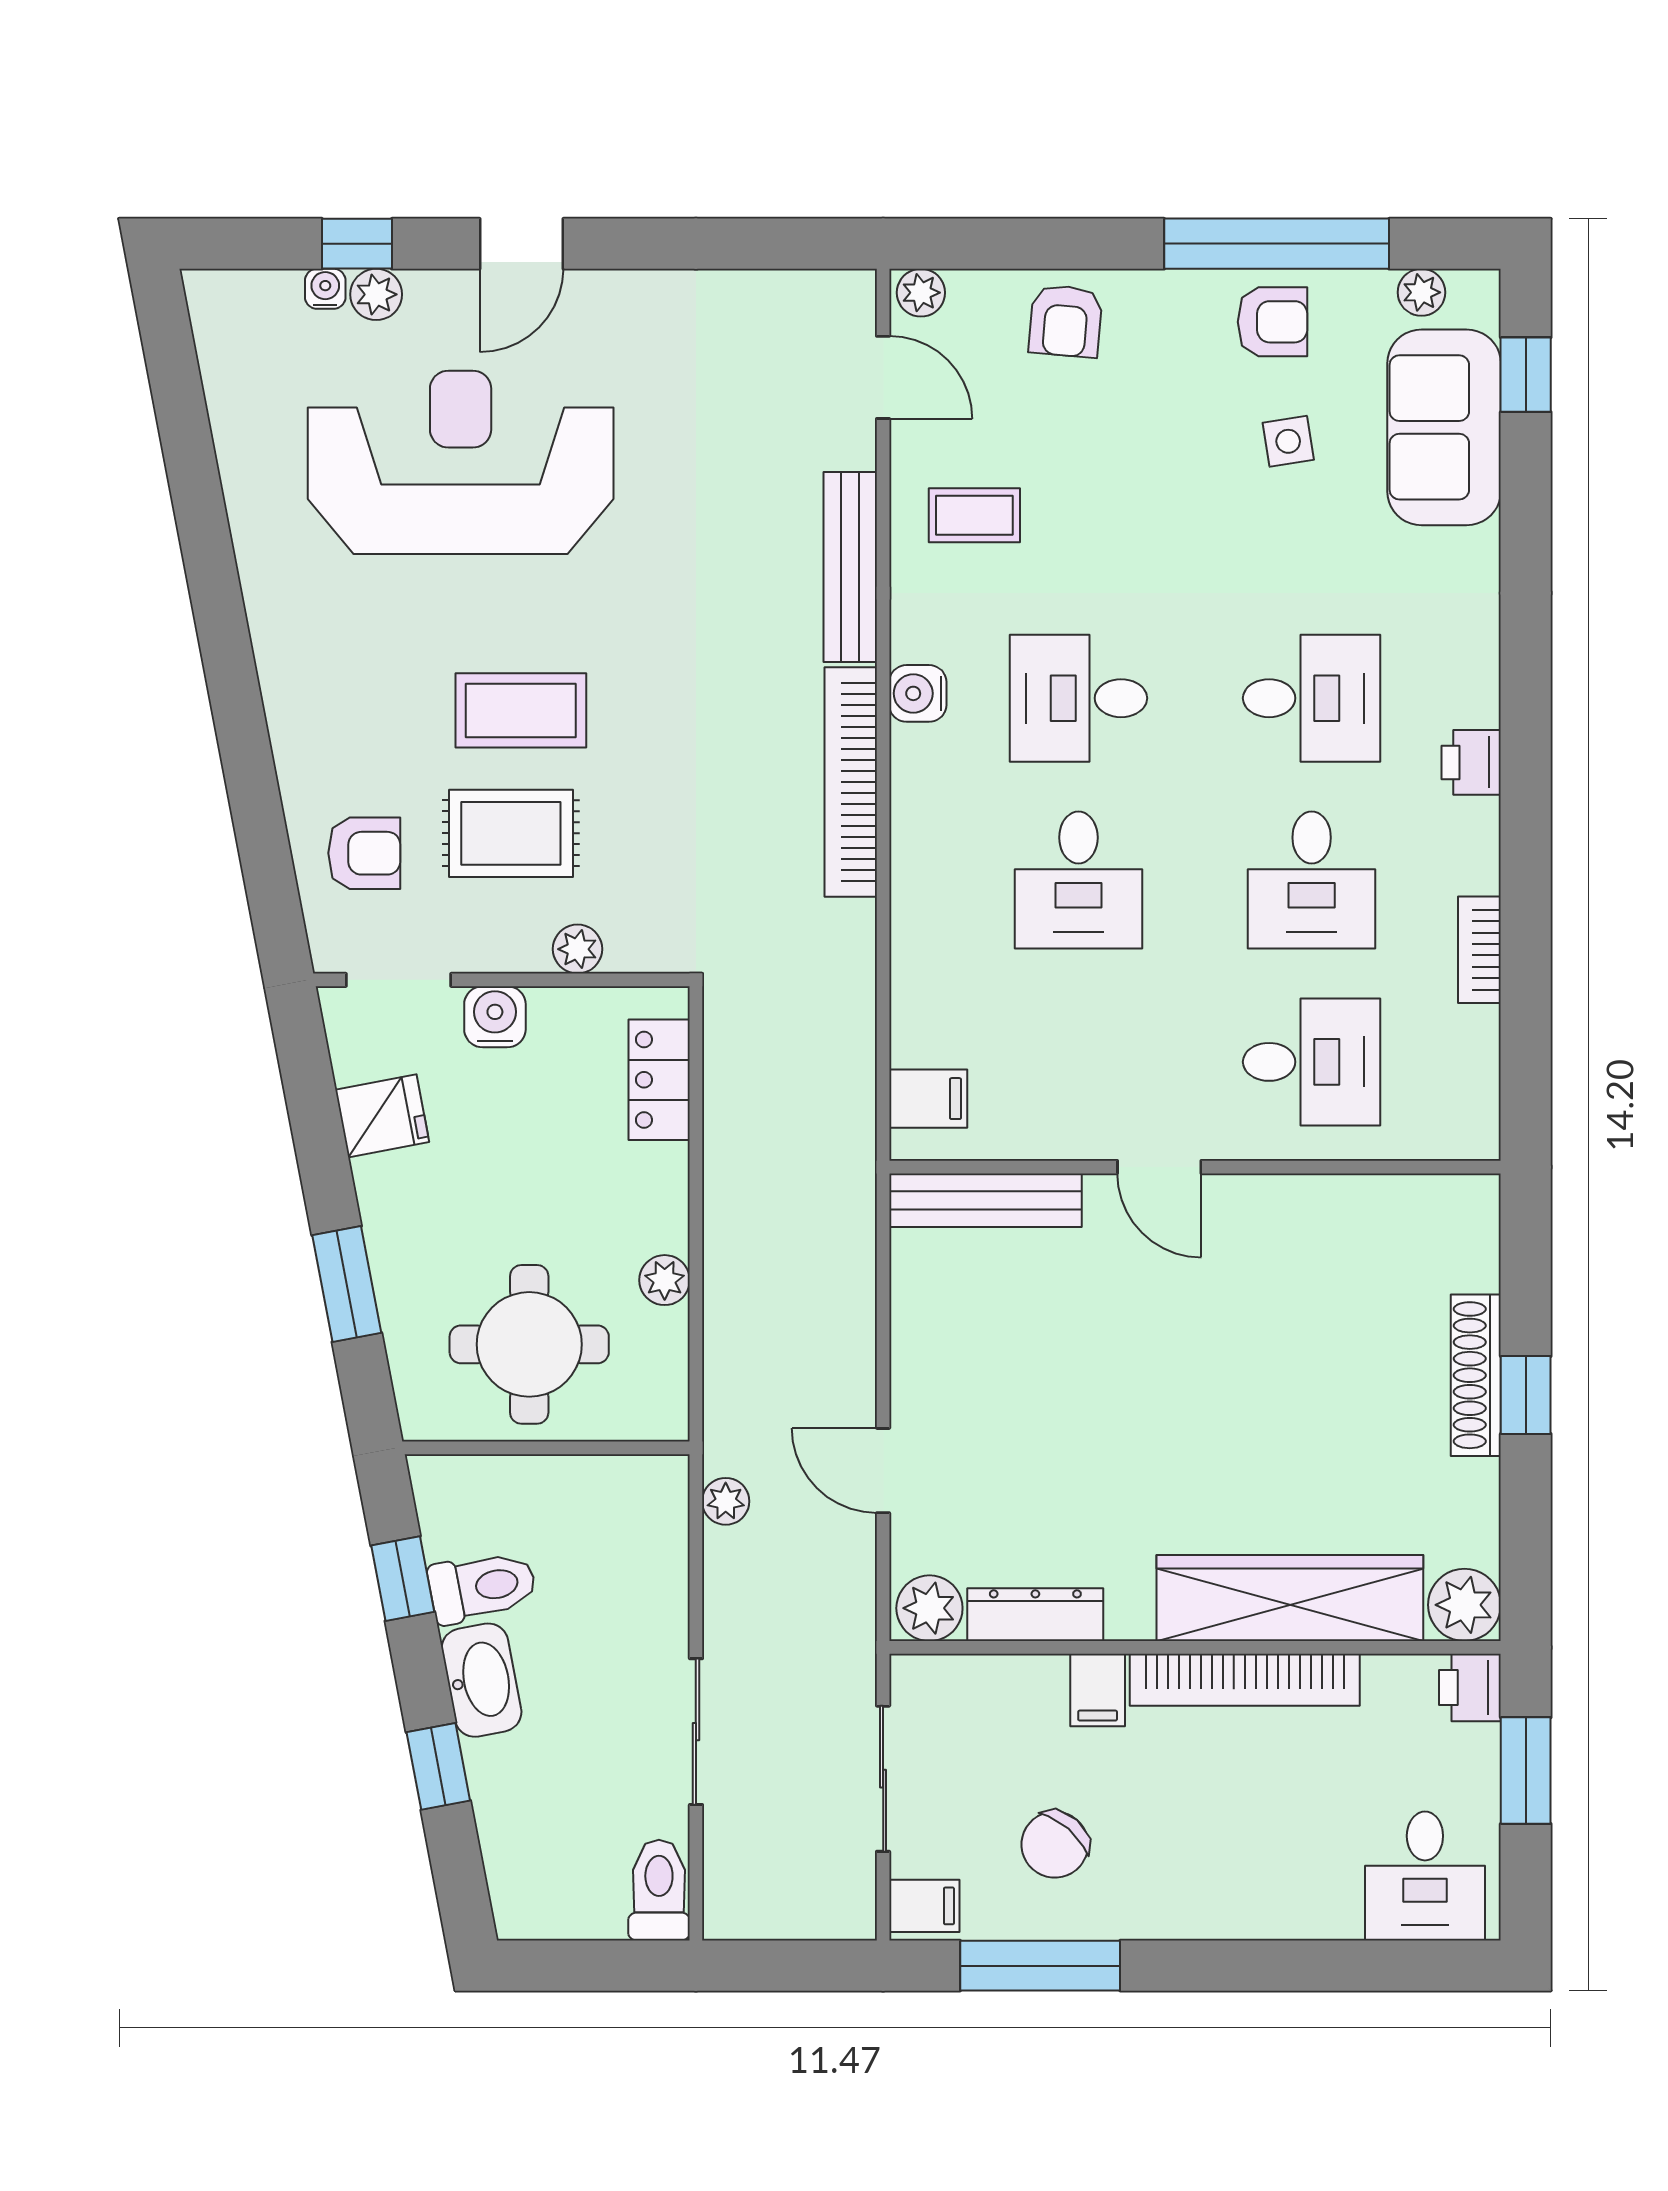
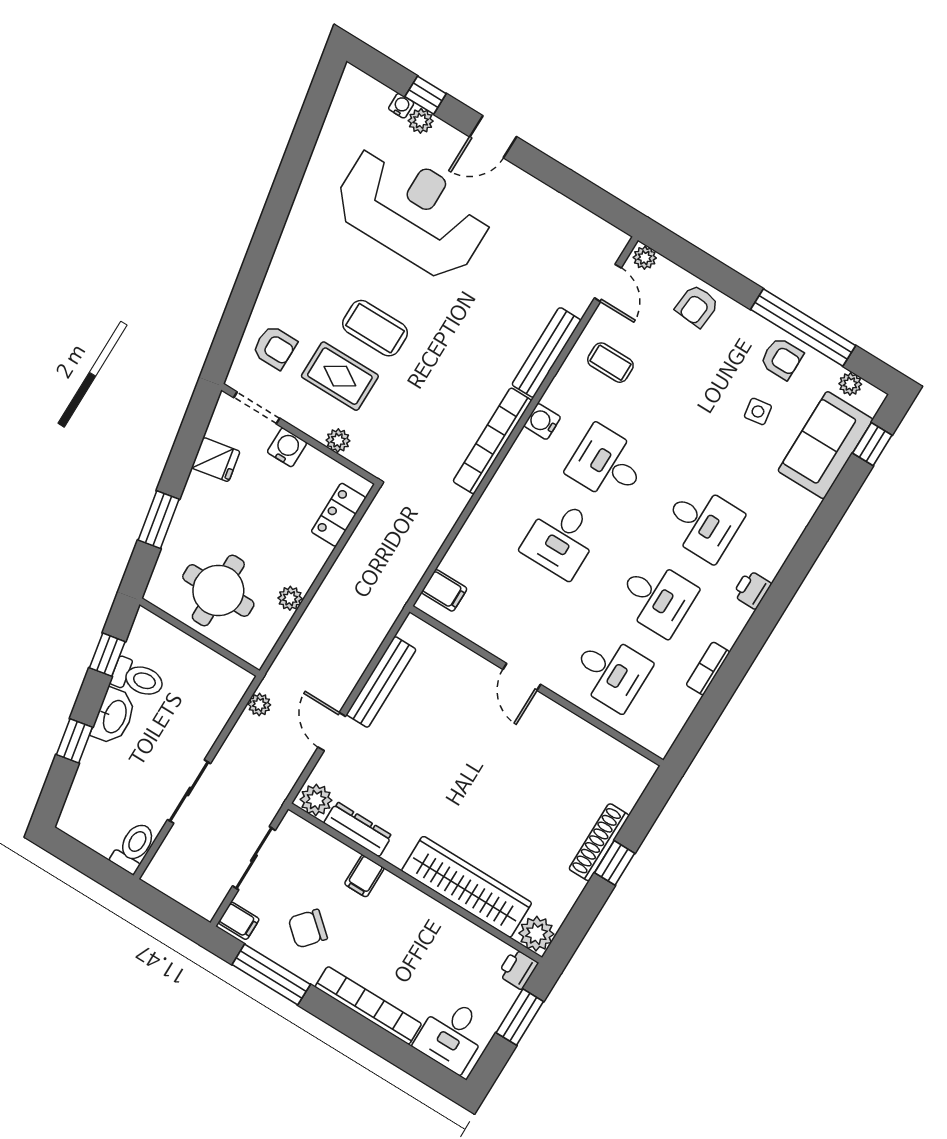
desk: (1312, 880) -> (657, 598), turned -90
bench: (986, 1200) -> (381, 682), moved, turned 90
bookcase: (1245, 1680) -> (368, 1005), moved, turned 180

